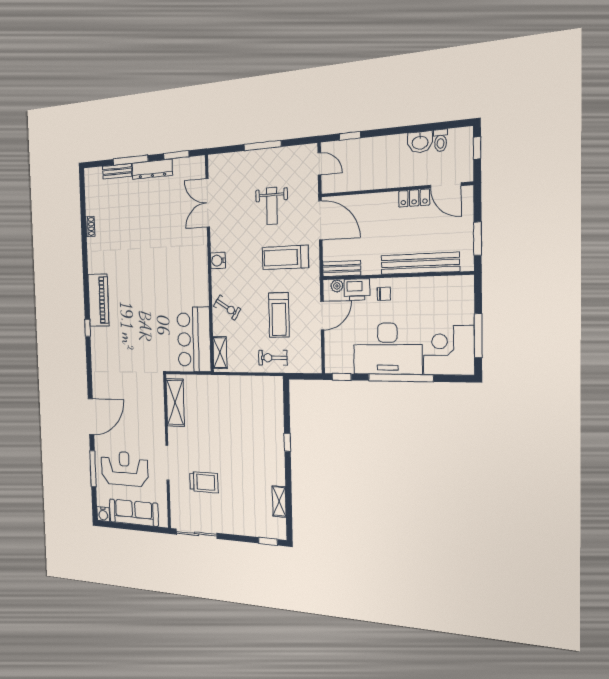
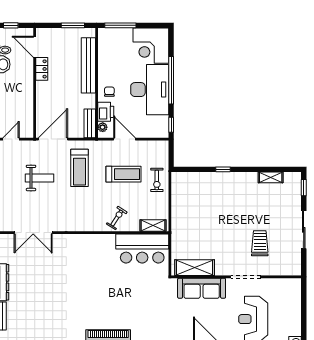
door: (446, 185) -> (35, 47), swing flipped
water cooler: (218, 261) -> (79, 225), removed
window: (478, 336) -> (120, 25), moved
sofa: (134, 513) -> (202, 288), moved, turned -90
sliding door: (196, 534) -> (304, 230), moved

